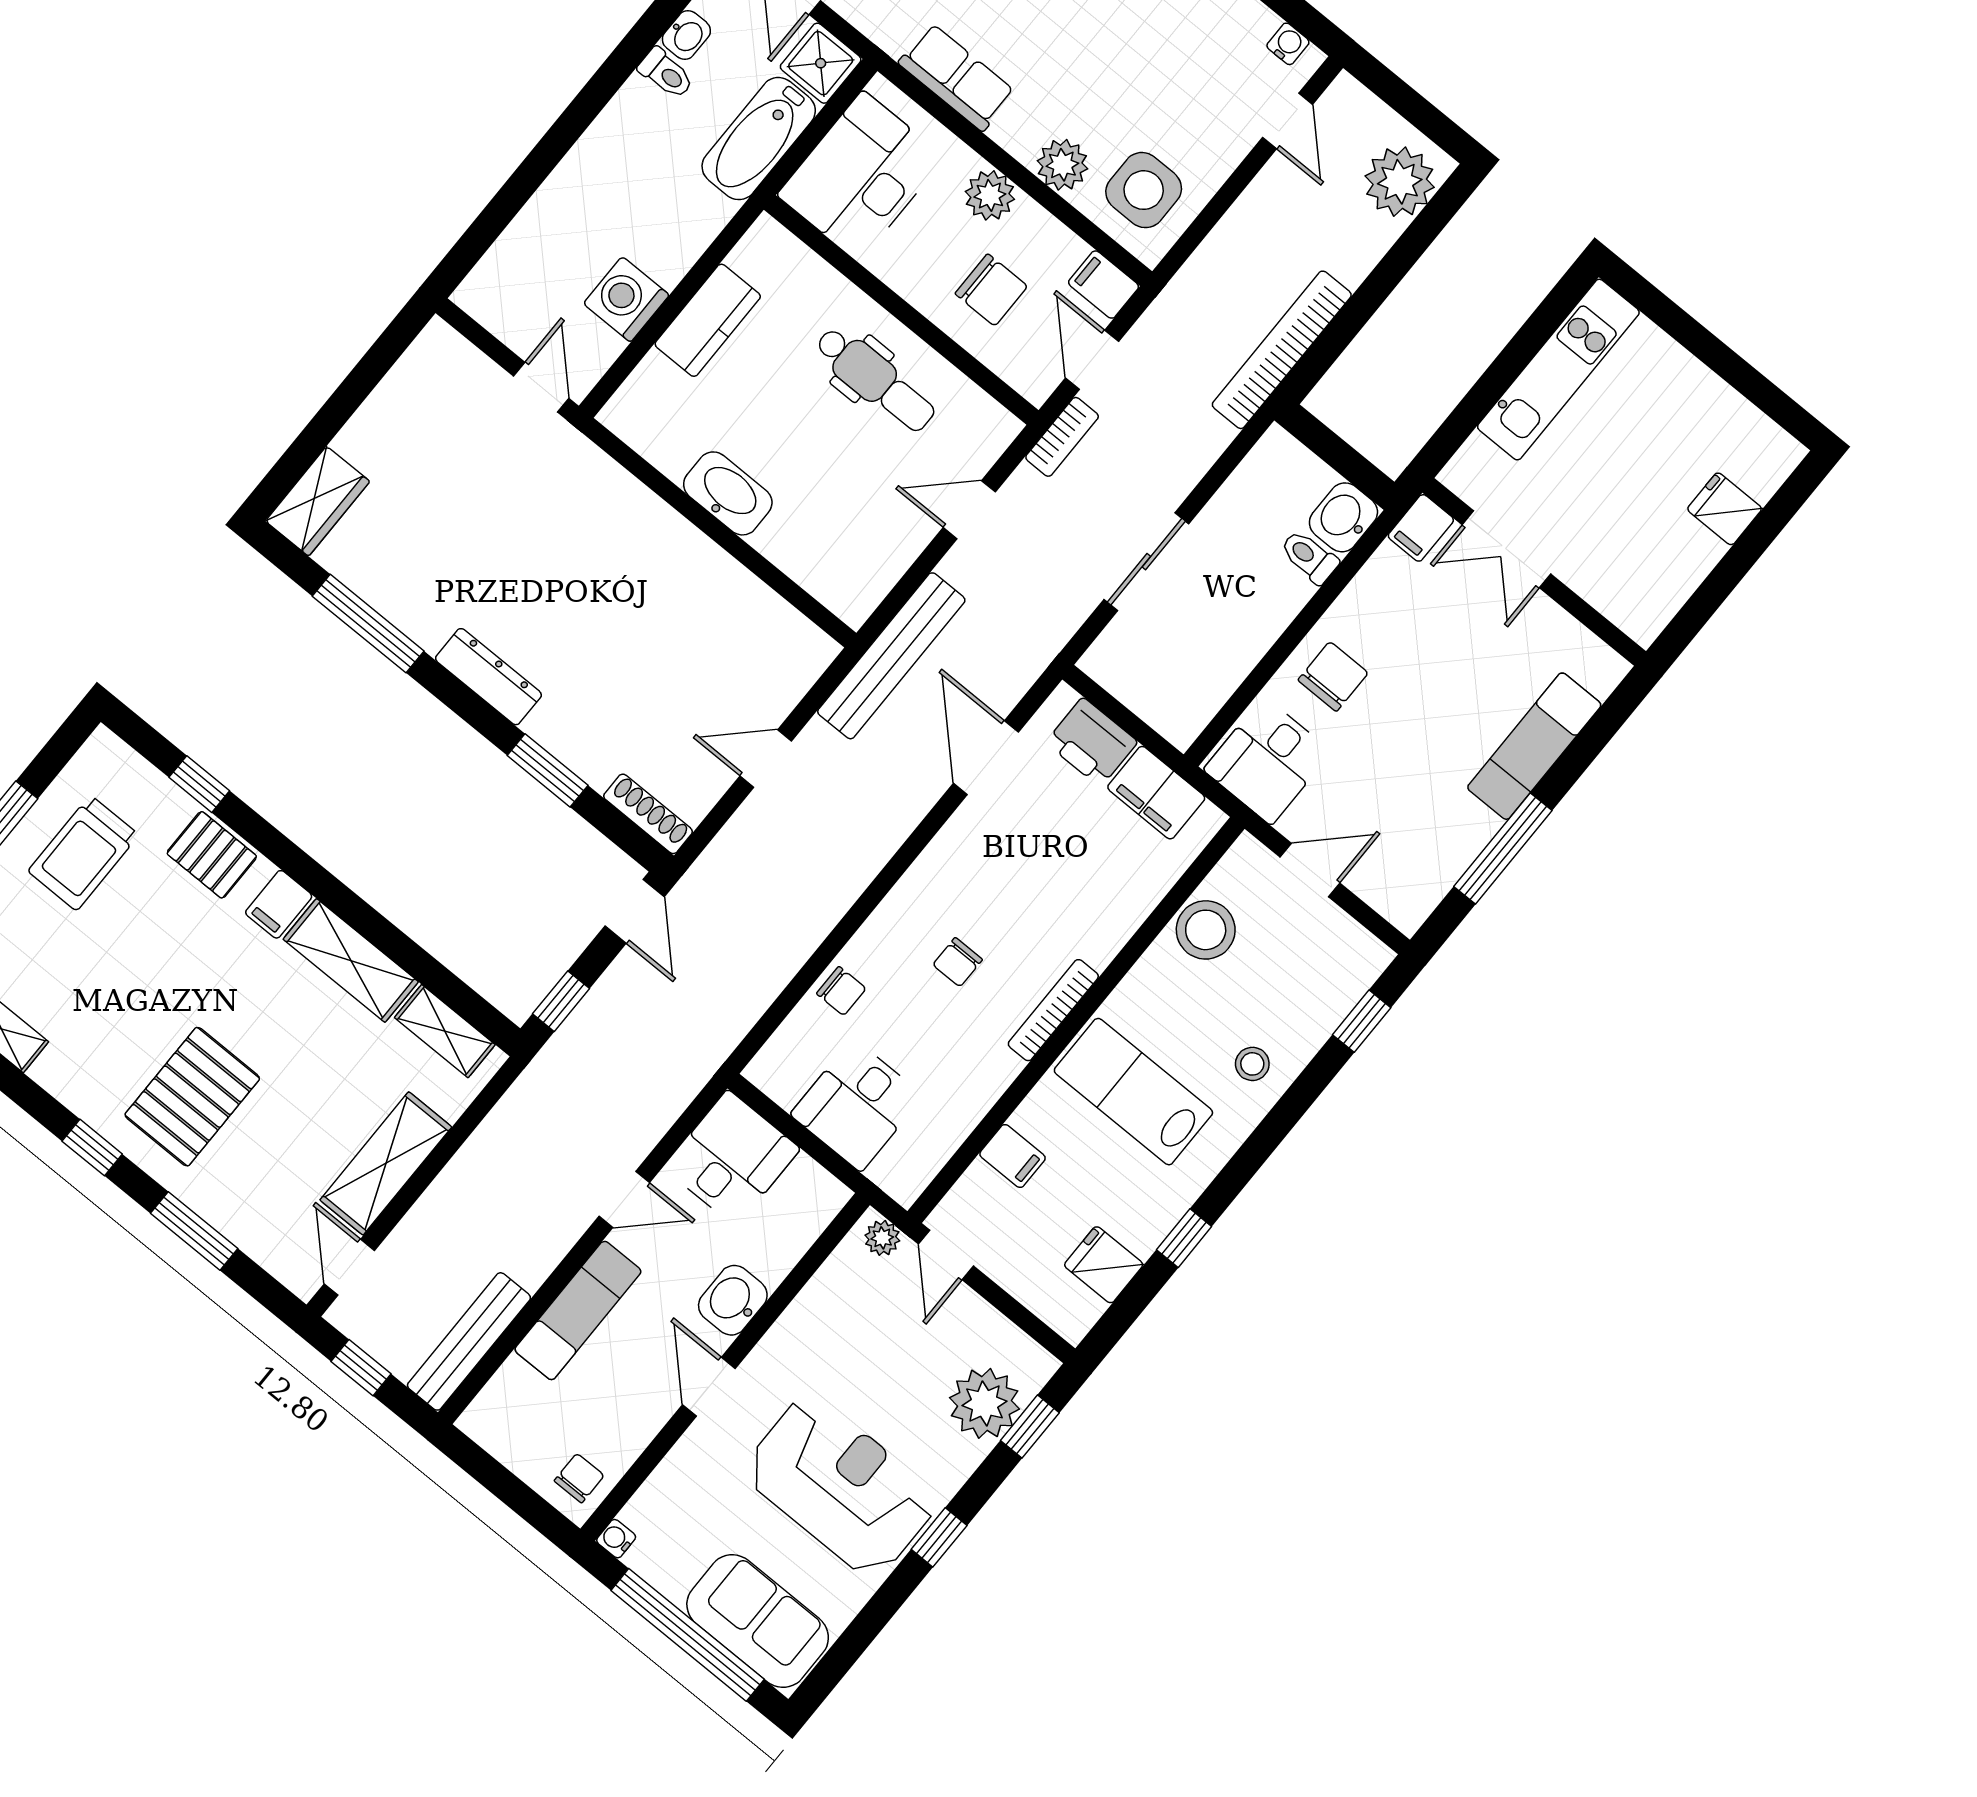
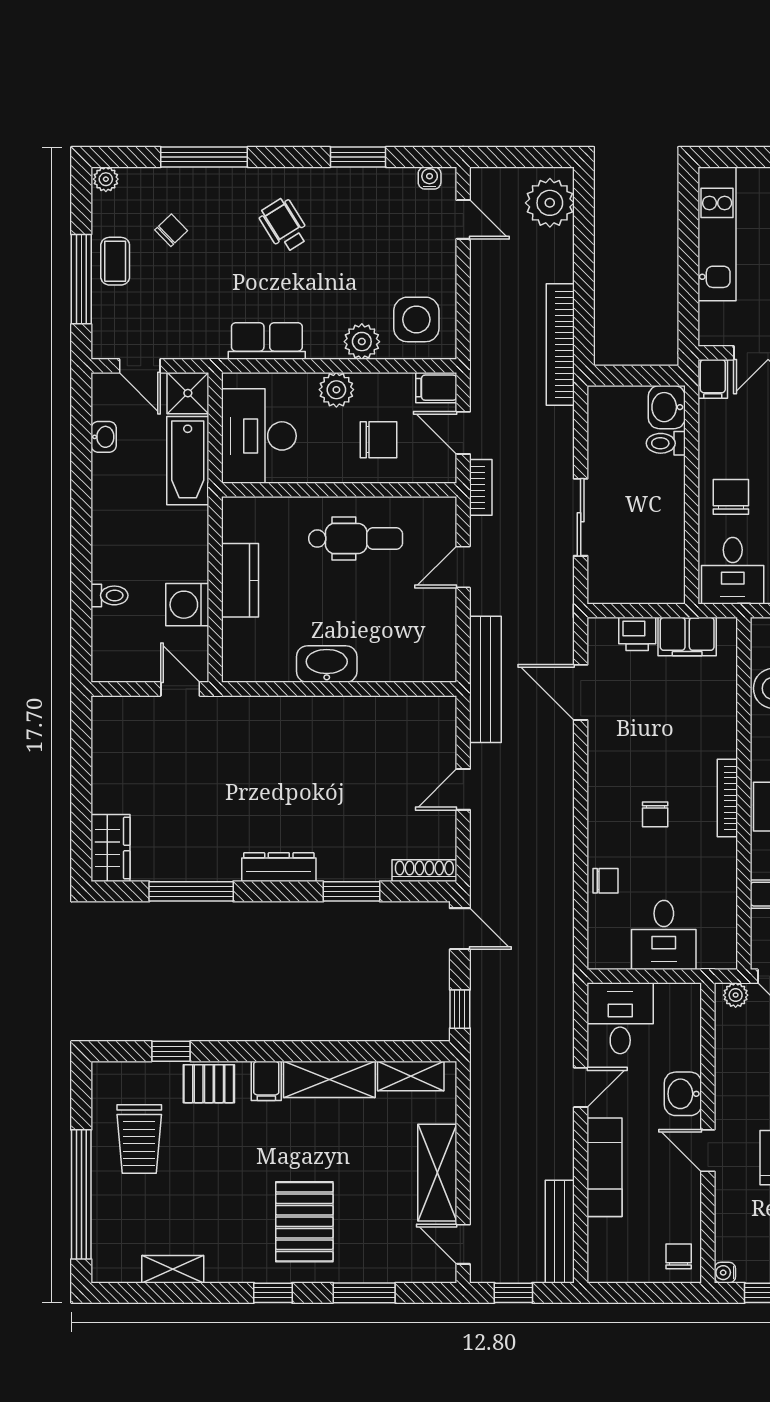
toilet: (666, 73) -> (109, 595), moved
printer: (1092, 742) -> (637, 634), width x0.73, depth x0.81

